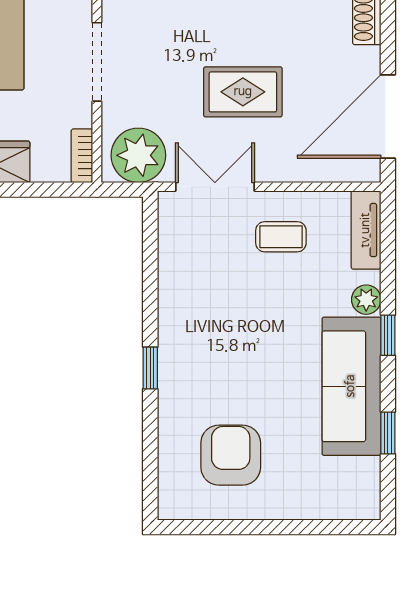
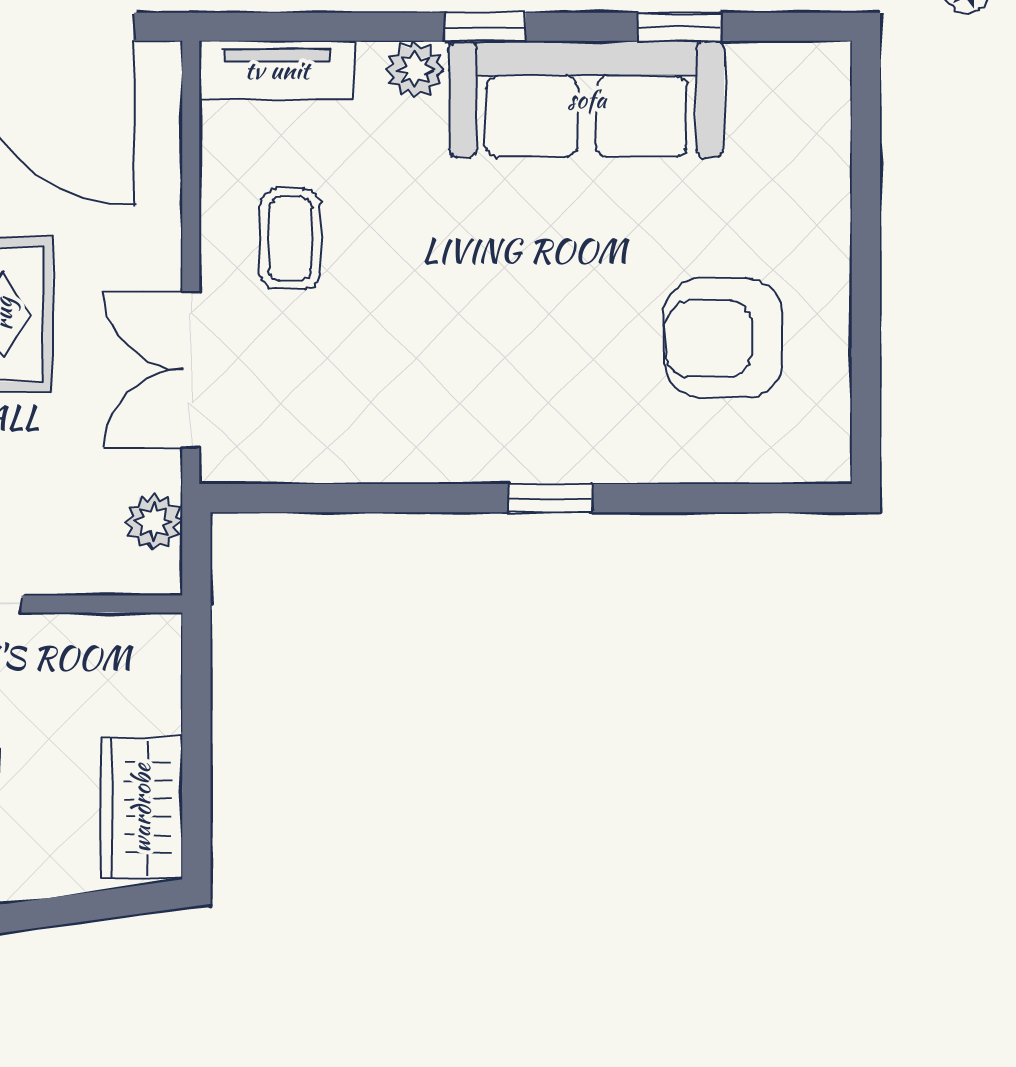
plant: (138, 155) -> (154, 522), width x0.53, depth x0.53
bookcase: (82, 156) -> (129, 634), removed

